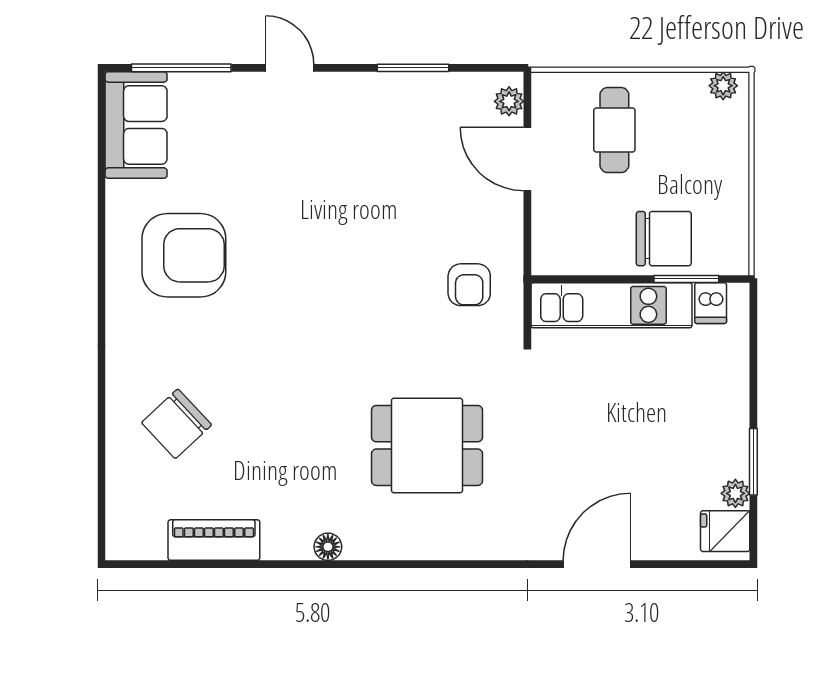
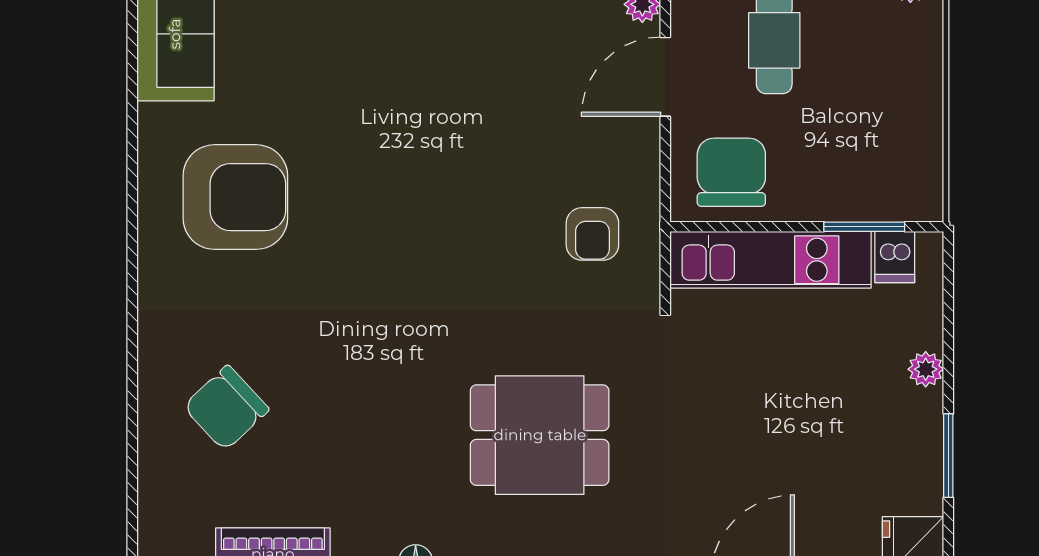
door: (527, 159) -> (665, 77), hinge flipped
chair: (664, 239) -> (731, 172), moved, turned -90
plant: (735, 493) -> (926, 369), moved

